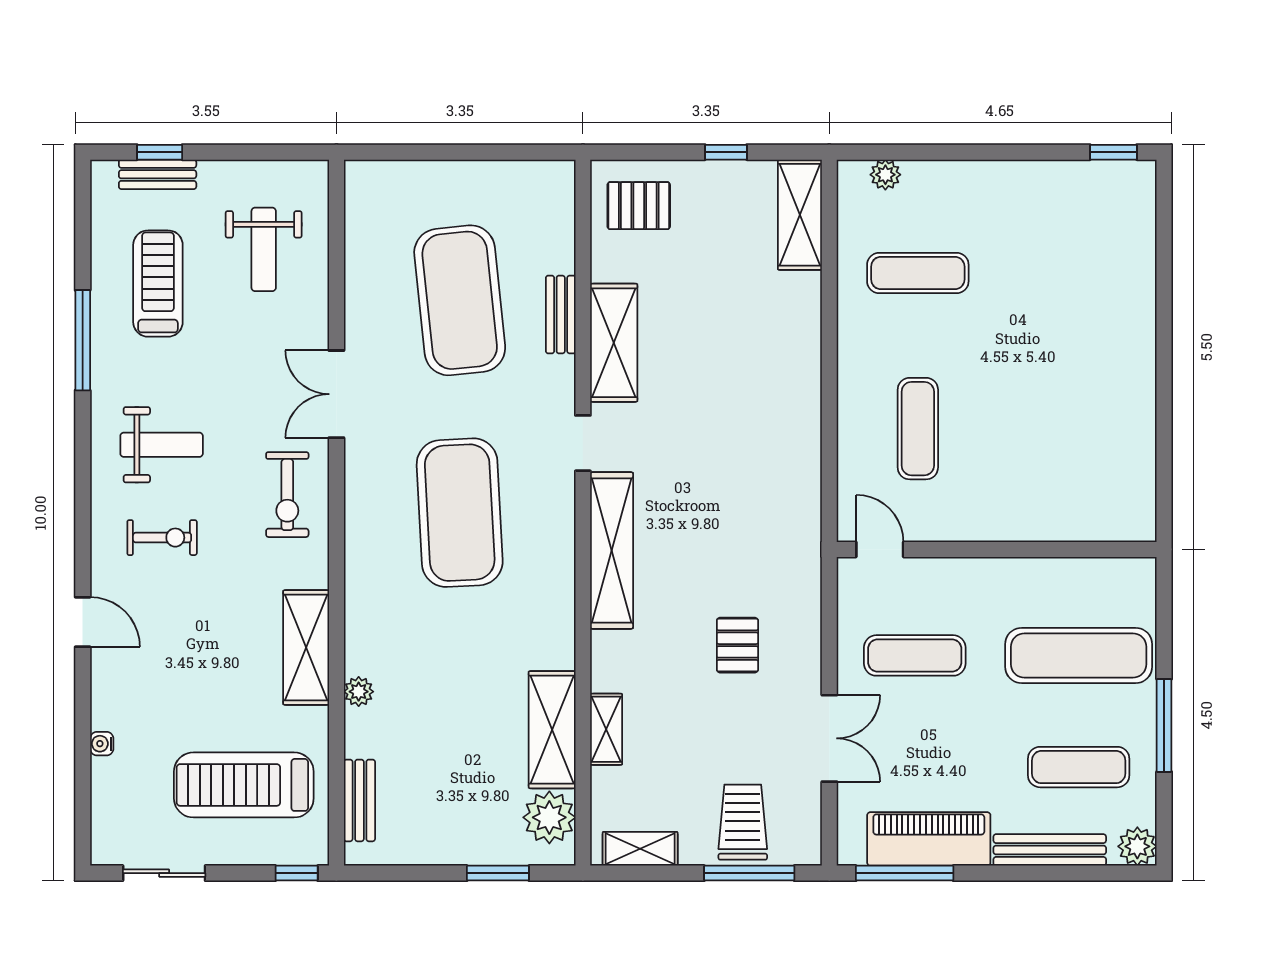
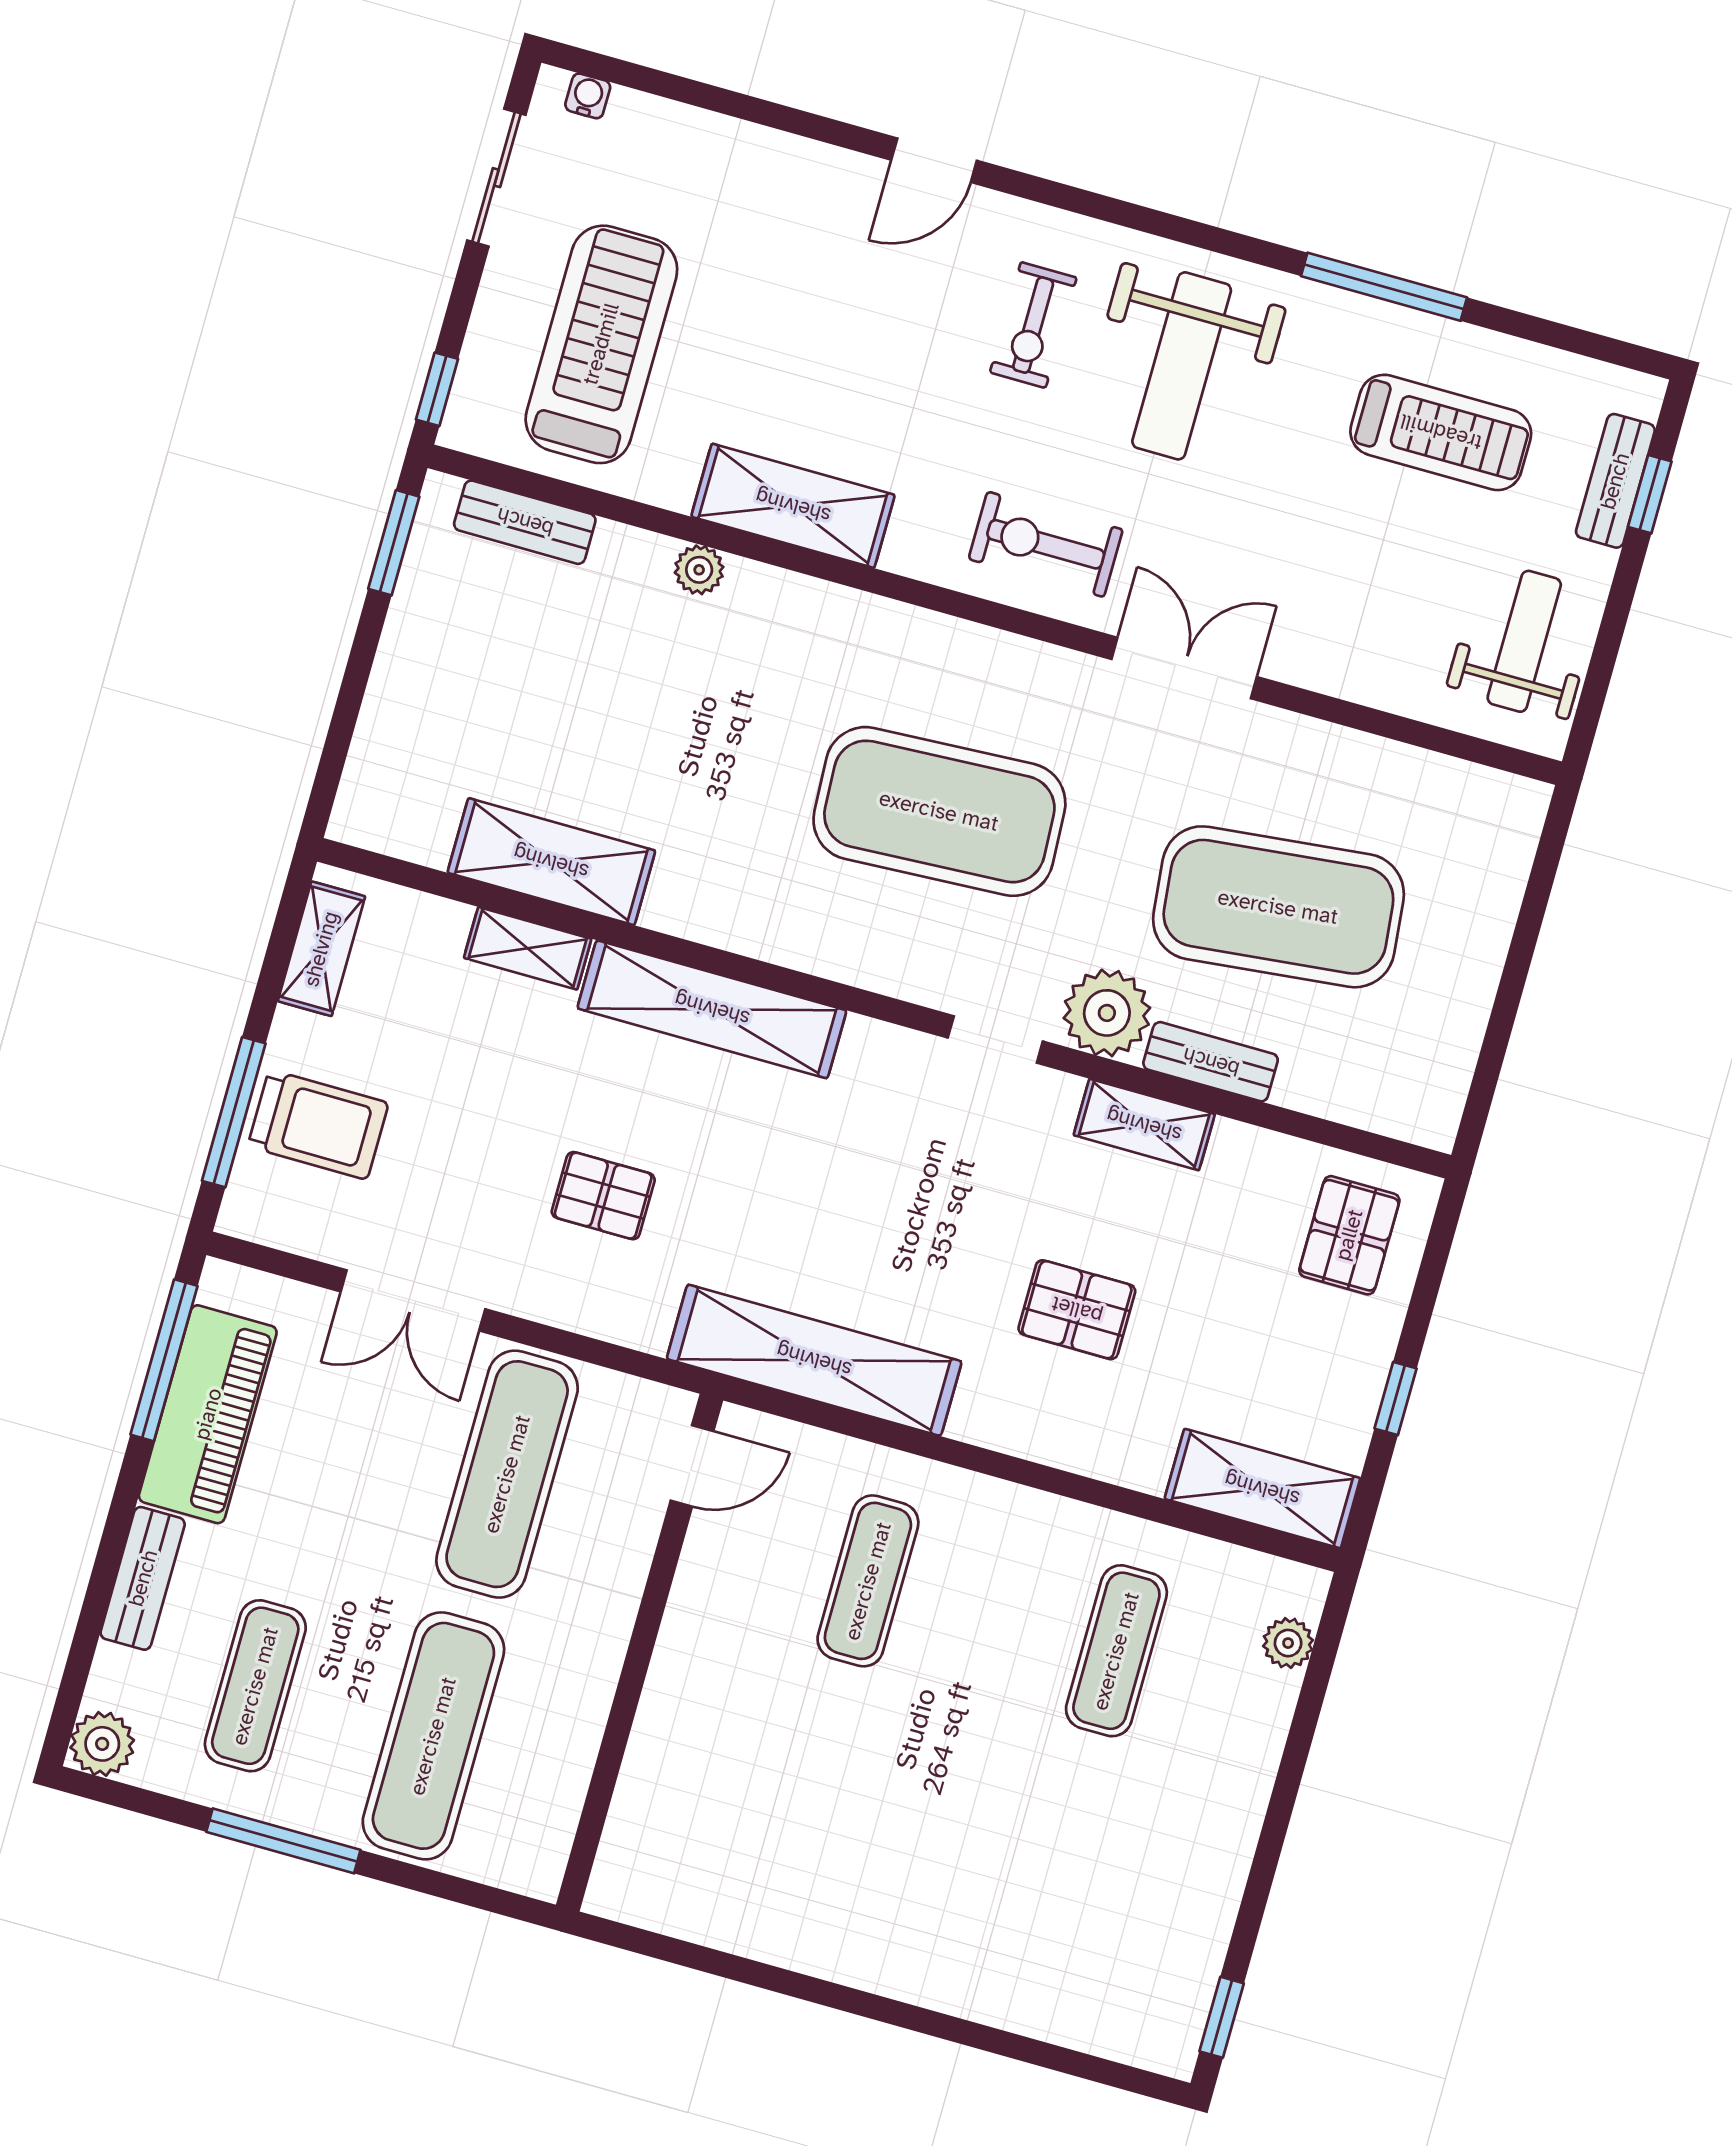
weight bench: (264, 249) -> (1524, 641), moved, turned 90
shelving: (614, 343) -> (1144, 1125), width x0.67, depth x0.75
pallet: (726, 352) -> (1077, 1310), added
exercise mat: (918, 429) -> (868, 1581), turned 90
weight bench: (162, 445) -> (1182, 366), width x1.36, depth x1.33
shelving: (799, 496) -> (814, 1360), added
shelving: (612, 550) -> (712, 1009), moved
exercise mat: (915, 655) -> (507, 1474), width x1.36, depth x1.45
water cooler: (102, 744) -> (588, 96), moved
plant: (549, 817) -> (1107, 1013), moved
bench: (1050, 850) -> (143, 1578), width x0.73
window: (498, 873) -> (394, 543), moved

